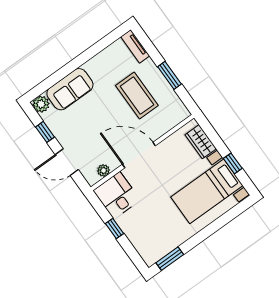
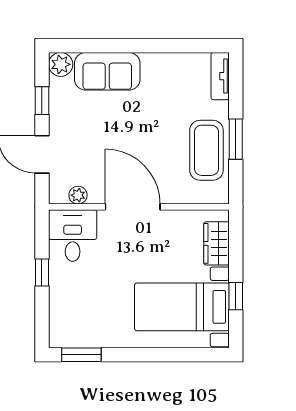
coffee table: (137, 95) -> (206, 150), moved

